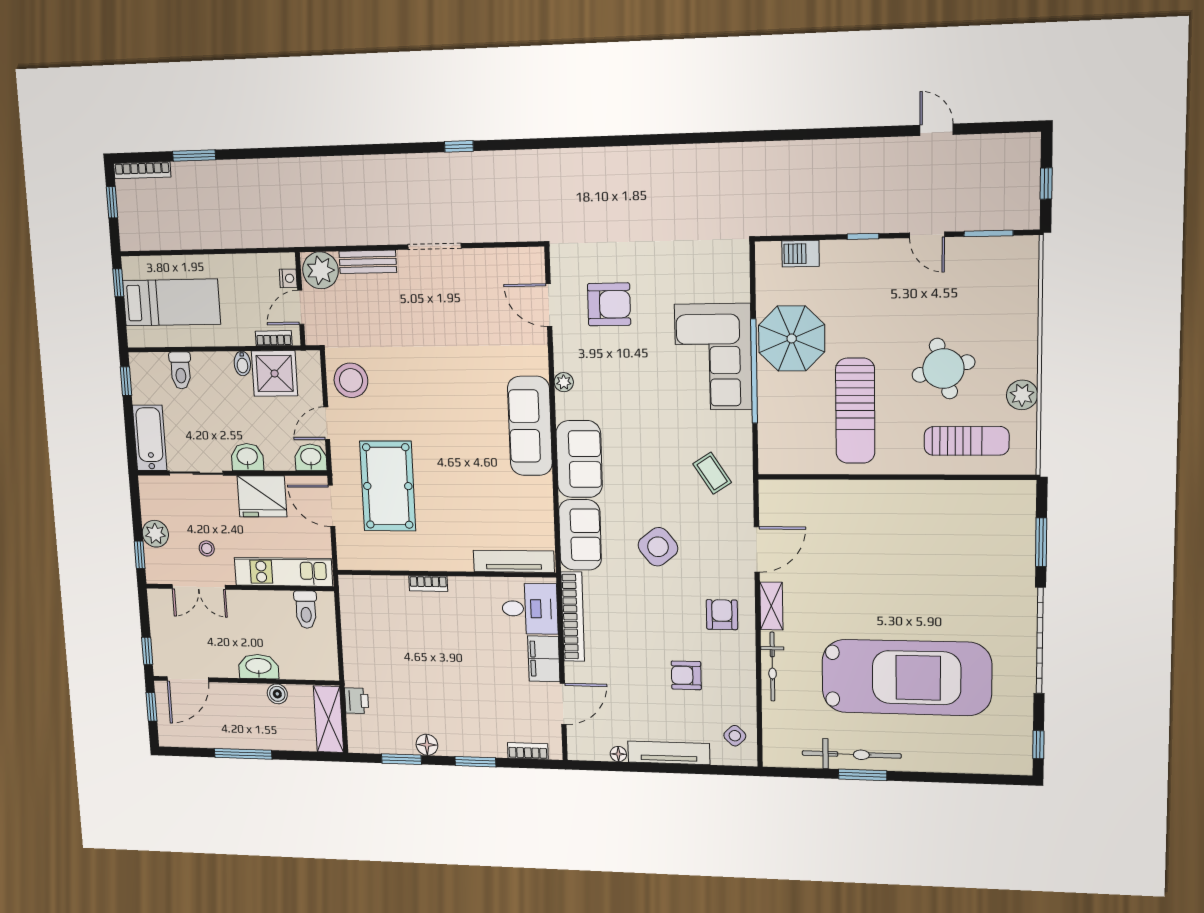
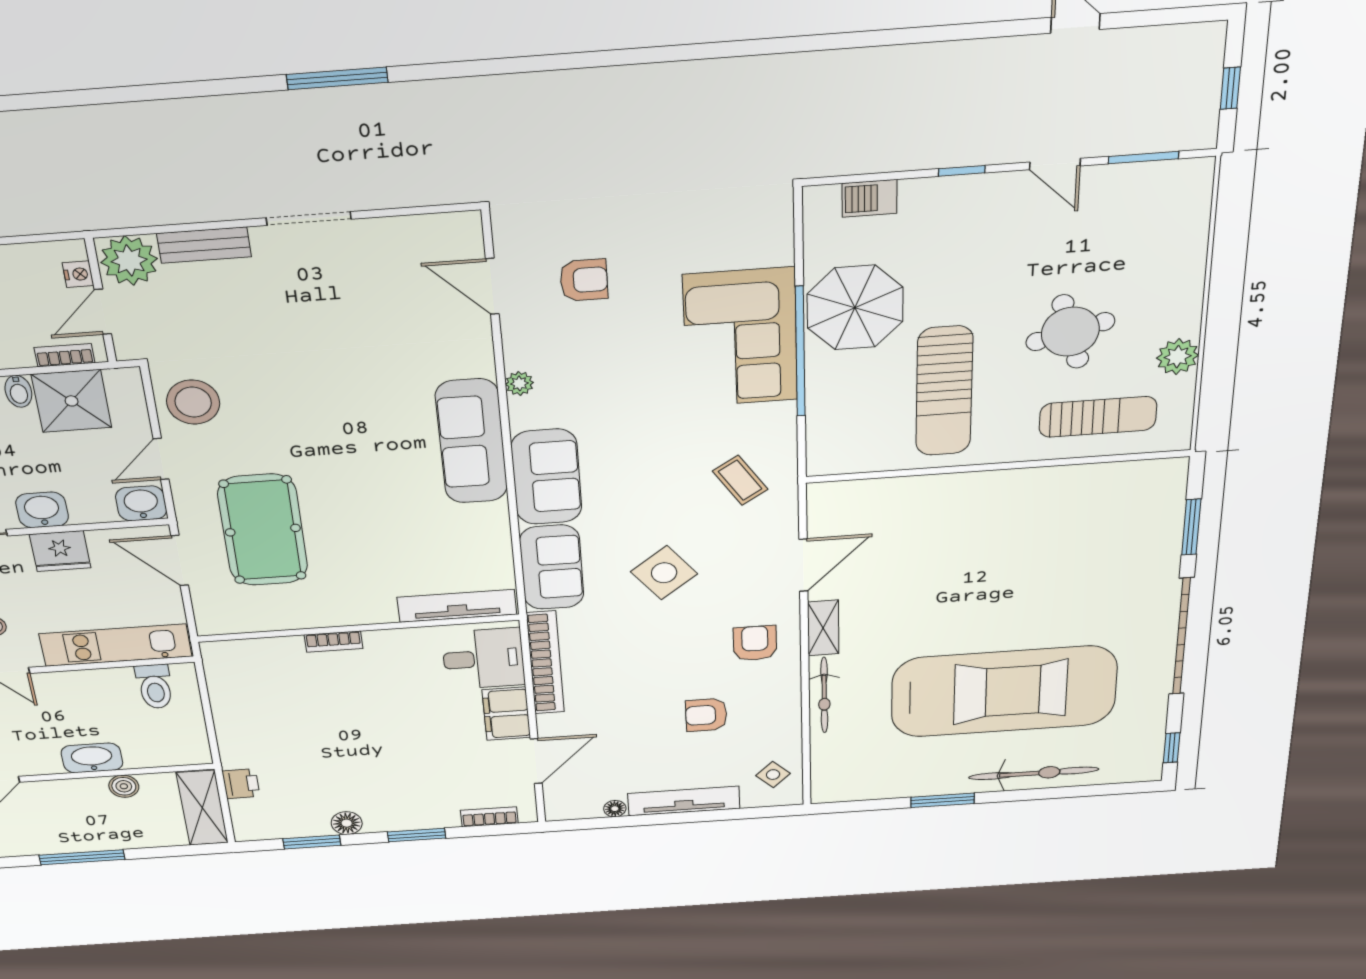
window: (459, 146) -> (337, 78), width x2.17
armchair: (609, 304) -> (584, 280), width x0.72, depth x0.72
fridge: (262, 496) -> (60, 551), width x0.73, depth x0.75
bicycle: (852, 754) -> (1034, 773), moved

